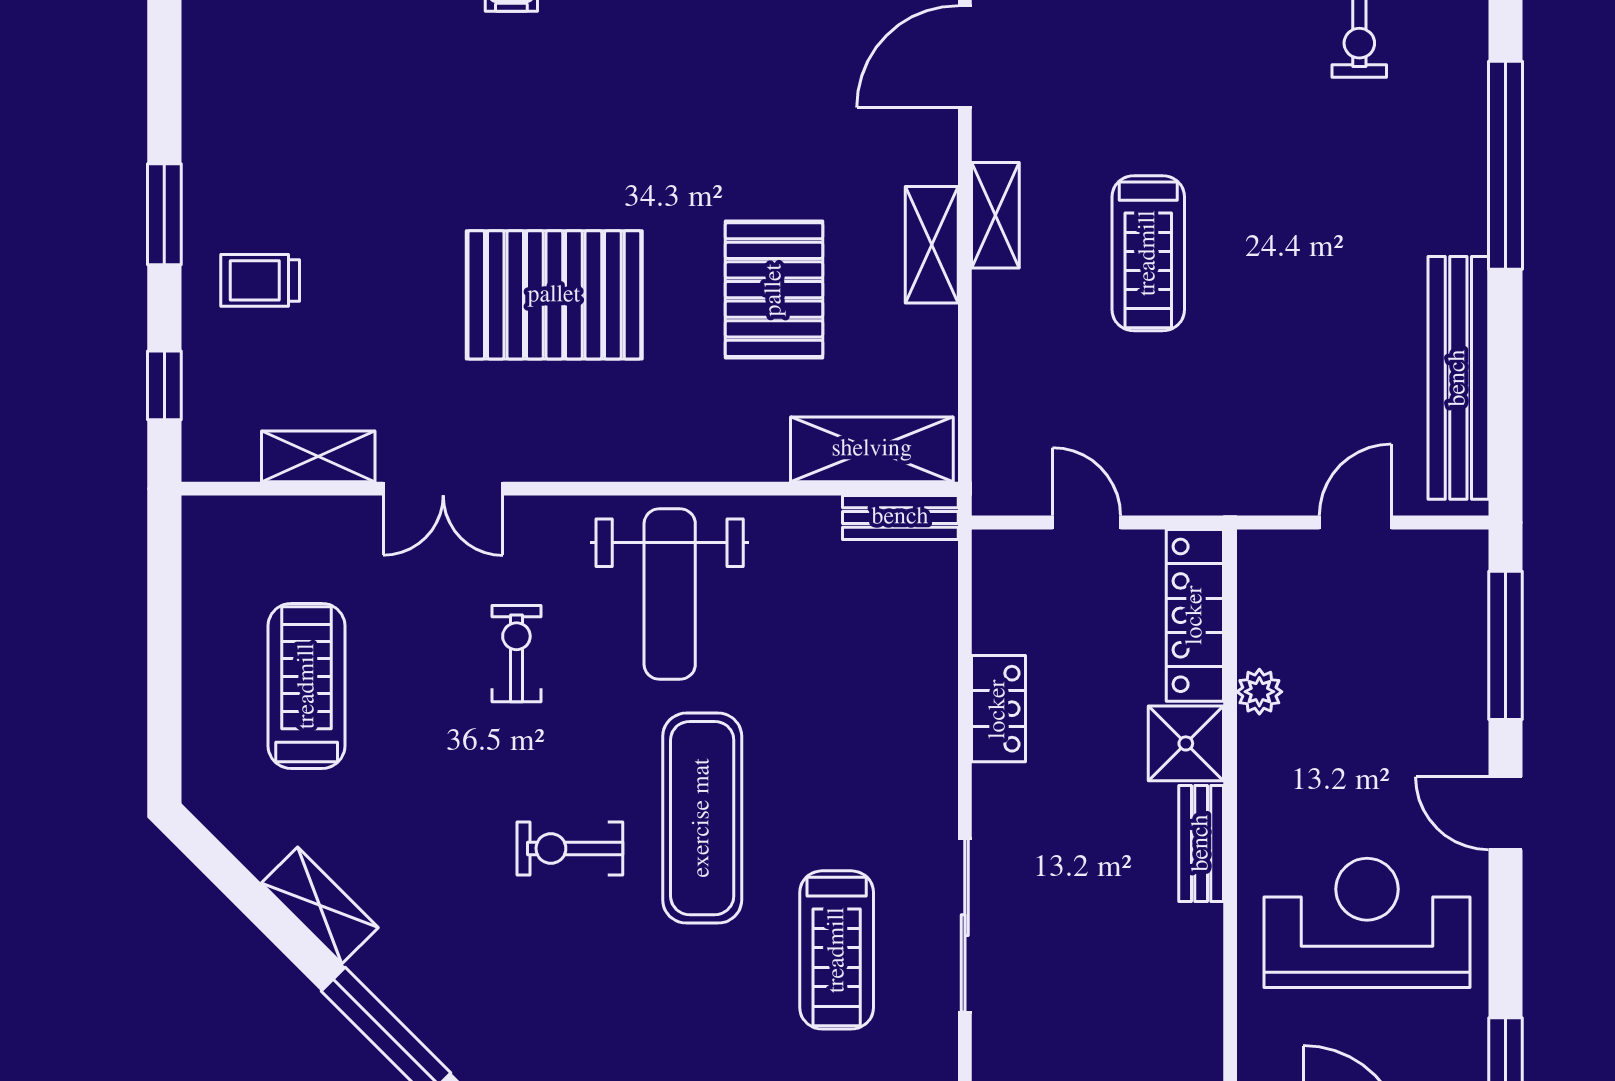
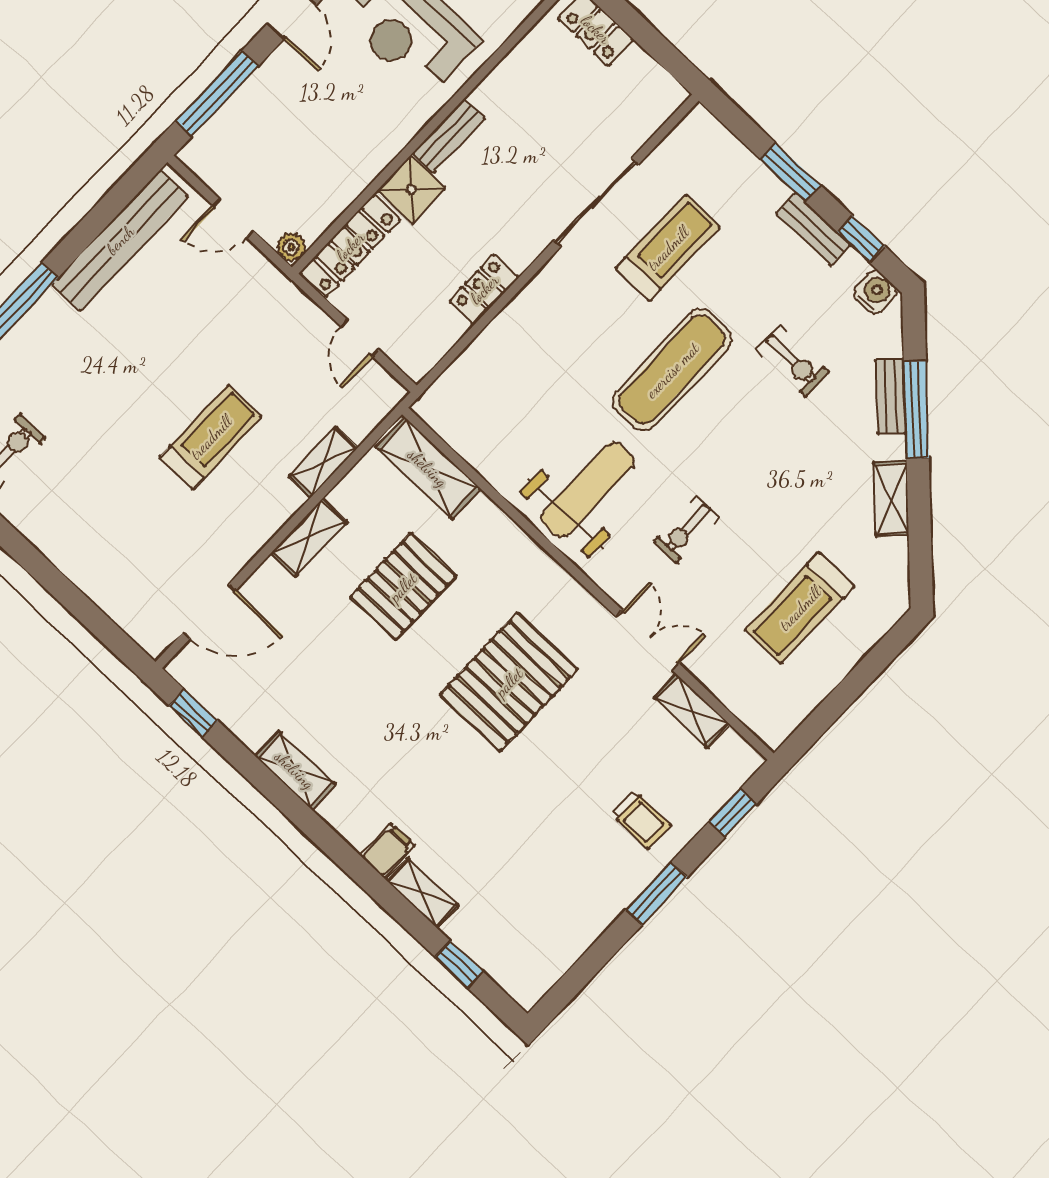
shelving: (995, 215) -> (323, 462), moved
pallet: (554, 295) -> (509, 682), turned 90
bench: (900, 517) -> (891, 396), moved, turned 45
plant: (1259, 692) -> (291, 247), moved
exercise bike: (570, 848) -> (793, 361), moved

